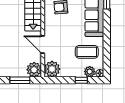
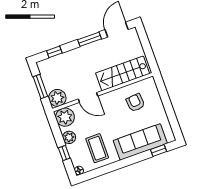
door: (43, 44) -> (88, 97), swing flipped
plant: (90, 72) -> (69, 137), moved

